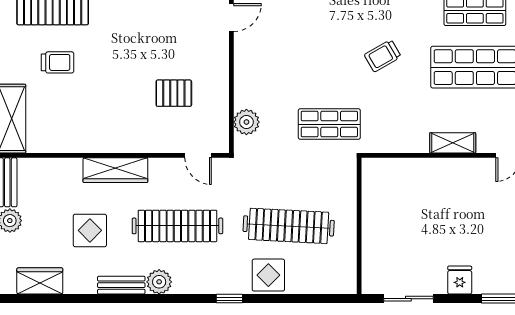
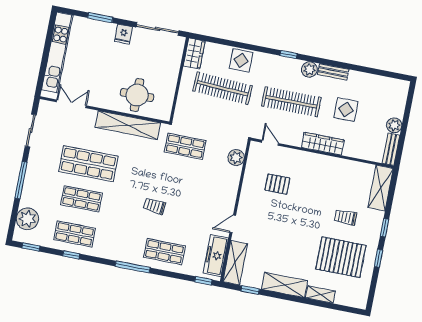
trolley: (383, 56) -> (154, 206), moved, turned -144
shelving: (453, 143) -> (128, 125), width x2.20, depth x1.33
round table: (420, 189) -> (137, 95), added
wardrobe: (40, 281) -> (194, 54), moved, turned -90
window: (229, 299) -> (289, 55), moved
sliding door: (408, 299) -> (157, 29), width x1.37

